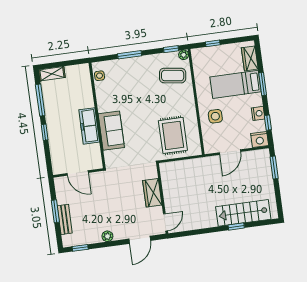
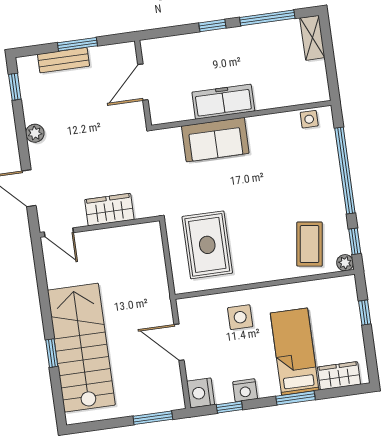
window: (130, 55) -> (345, 171), width x2.11
rug: (173, 135) -> (207, 245), turned 90
stairs: (243, 213) -> (81, 348), width x1.36, depth x1.51

